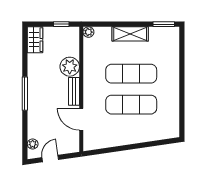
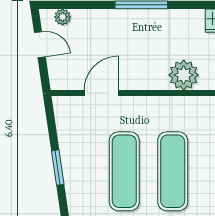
bench: (74, 91) -> (145, 82), removed
window: (129, 147) -> (58, 168), added

